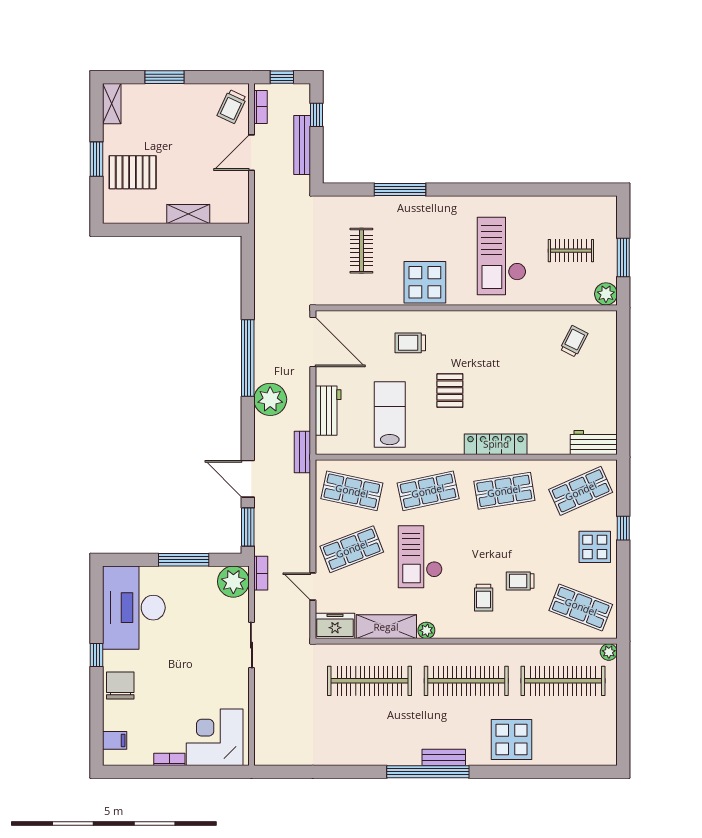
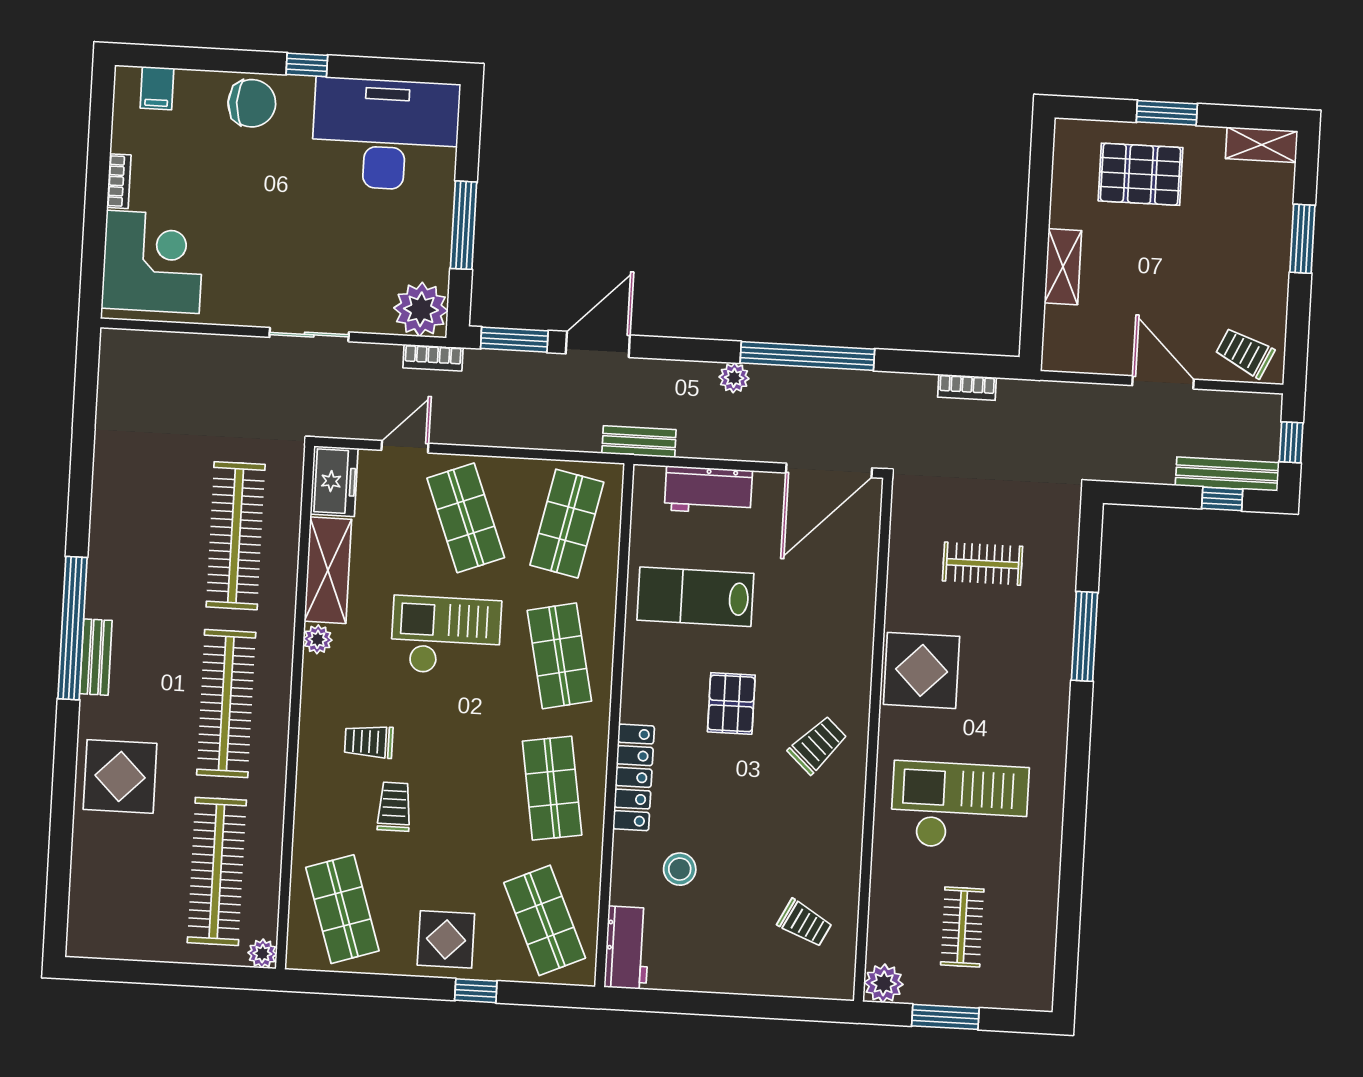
bookcase: (261, 107) -> (967, 387), moved
bench: (302, 145) -> (1227, 474), moved
pallet: (133, 172) -> (1140, 174), turned 90
trolley: (410, 343) -> (818, 745), moved, turned 43
pallet: (450, 391) -> (731, 703), turned 90
plant: (270, 399) -> (734, 378), width x0.53, depth x0.53
lab bench: (390, 415) -> (695, 597), turned 180
stool: (547, 415) -> (680, 869), added
shop shelf: (581, 607) -> (342, 909), turned -39

